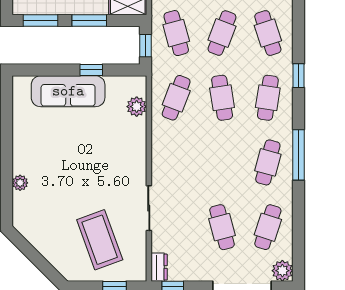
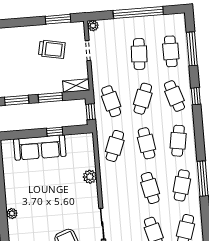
window: (299, 76) -> (196, 96), moved
plant: (137, 107) -> (90, 177), moved
cafe table: (222, 162) -> (150, 188), added

